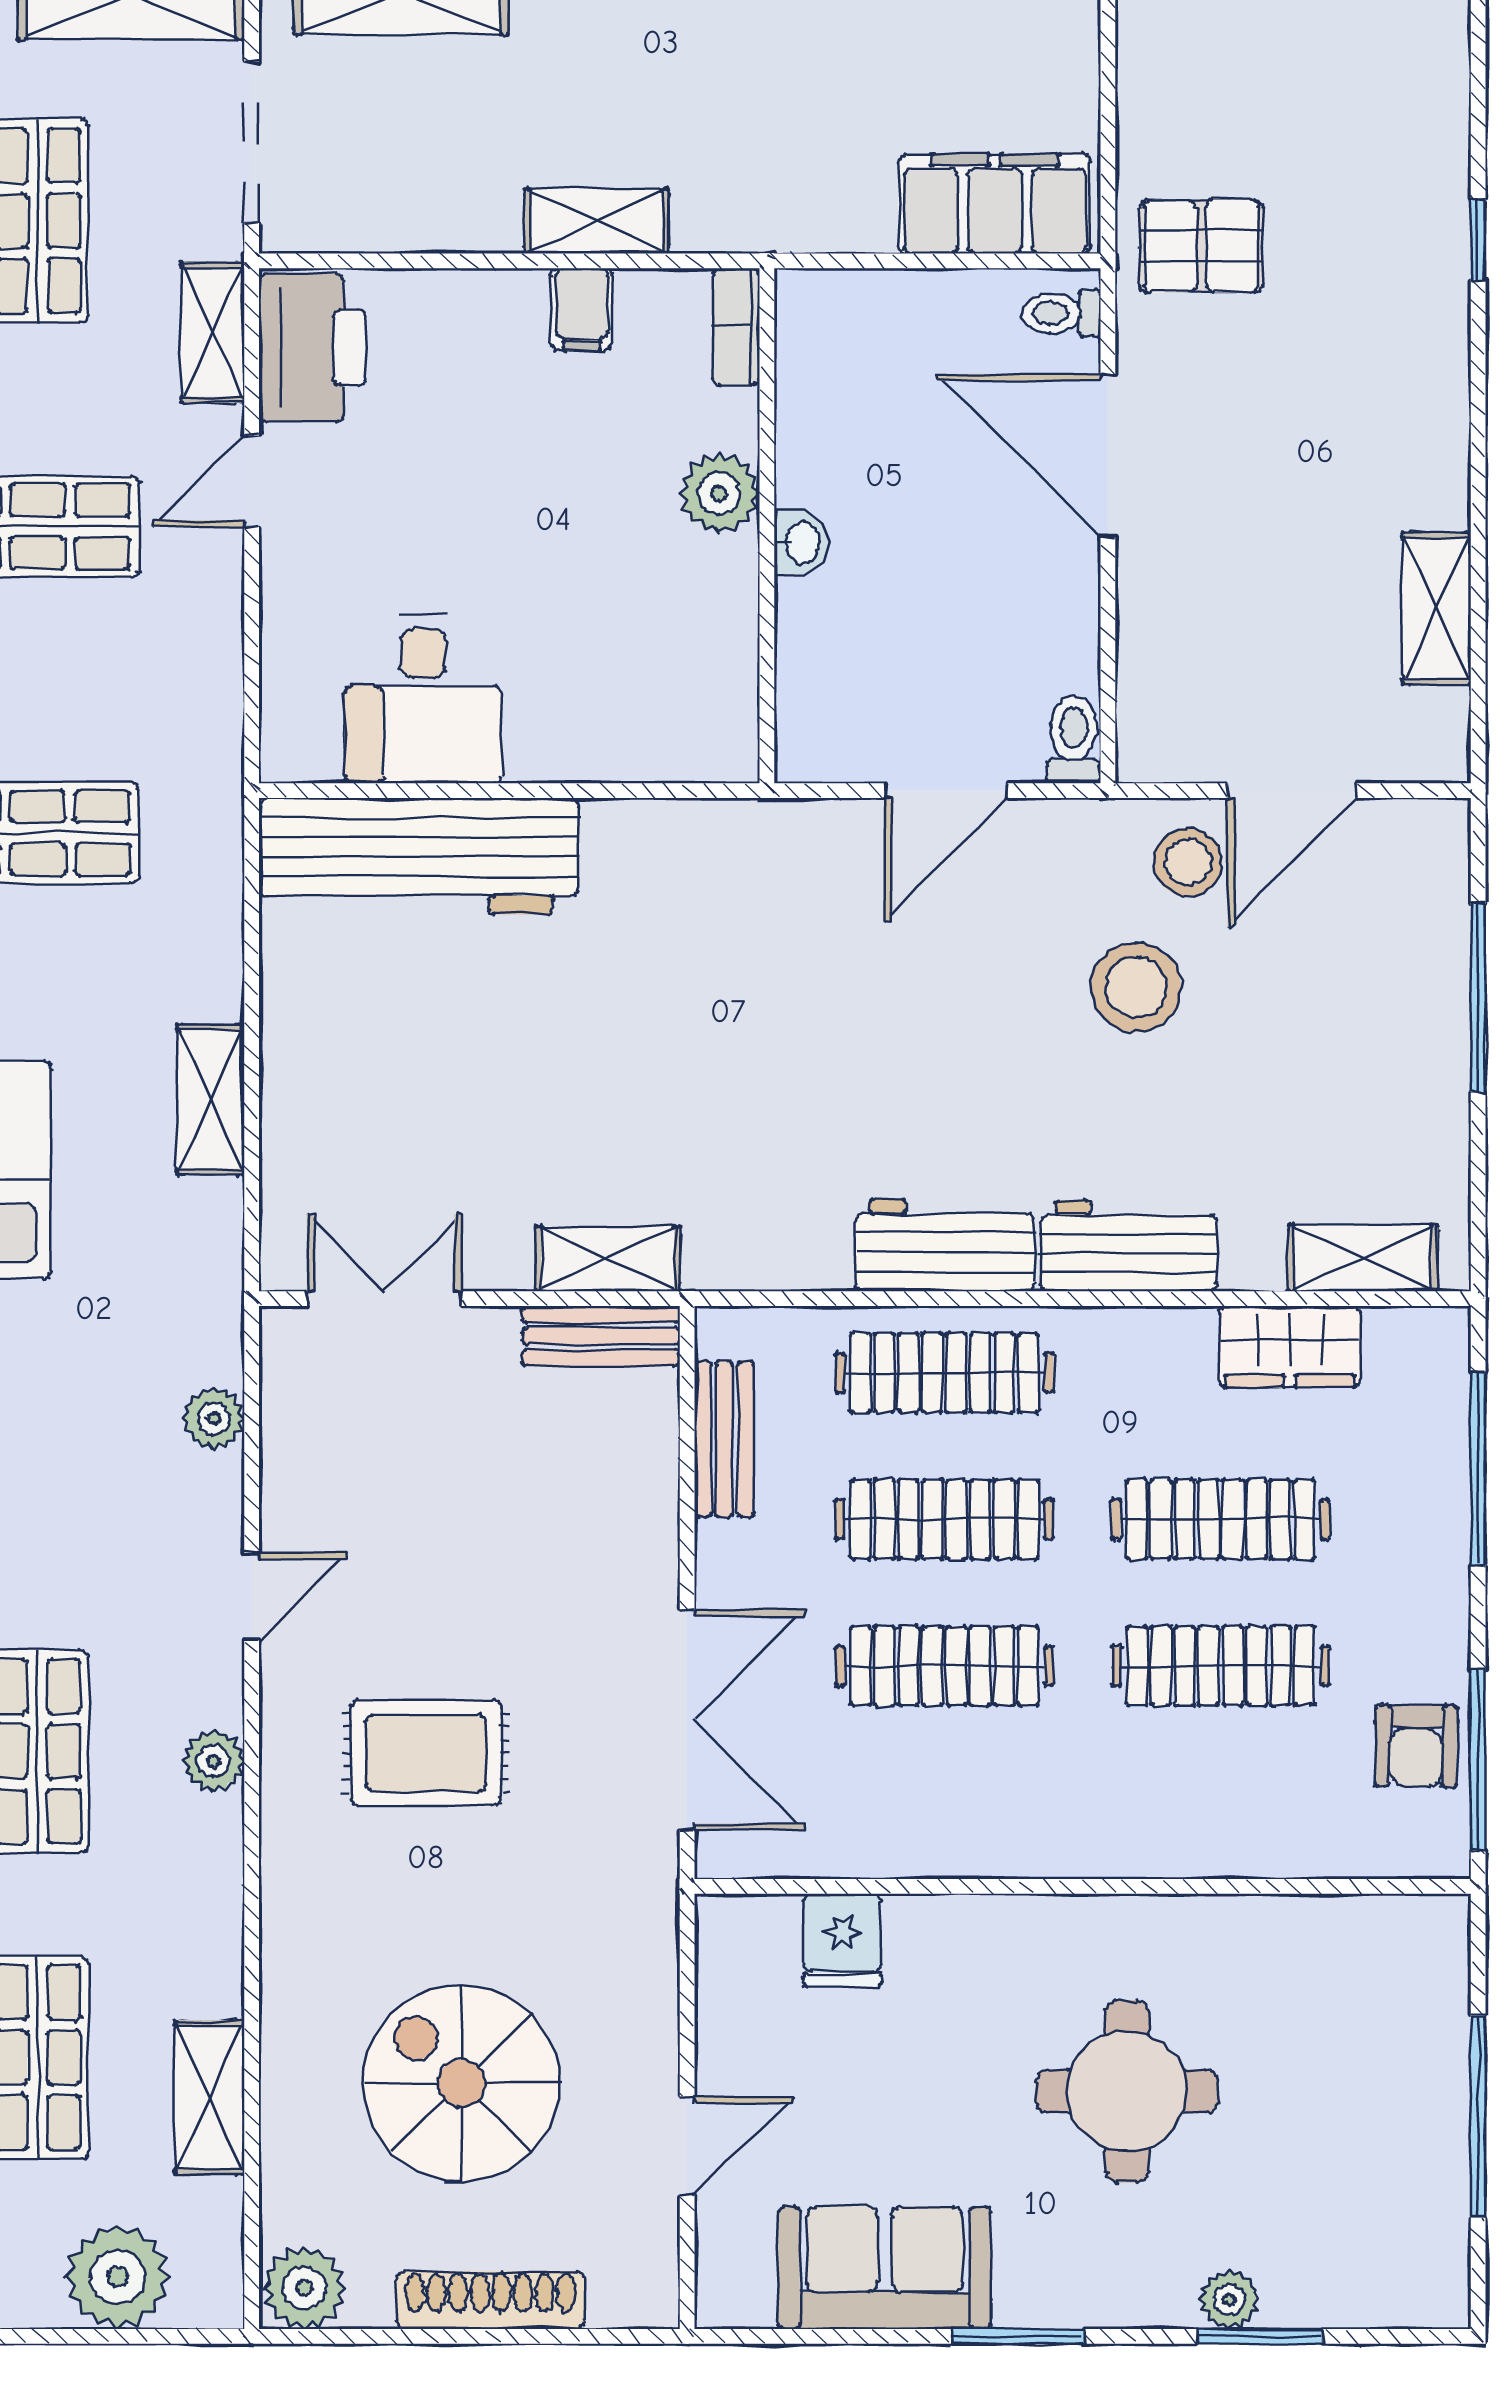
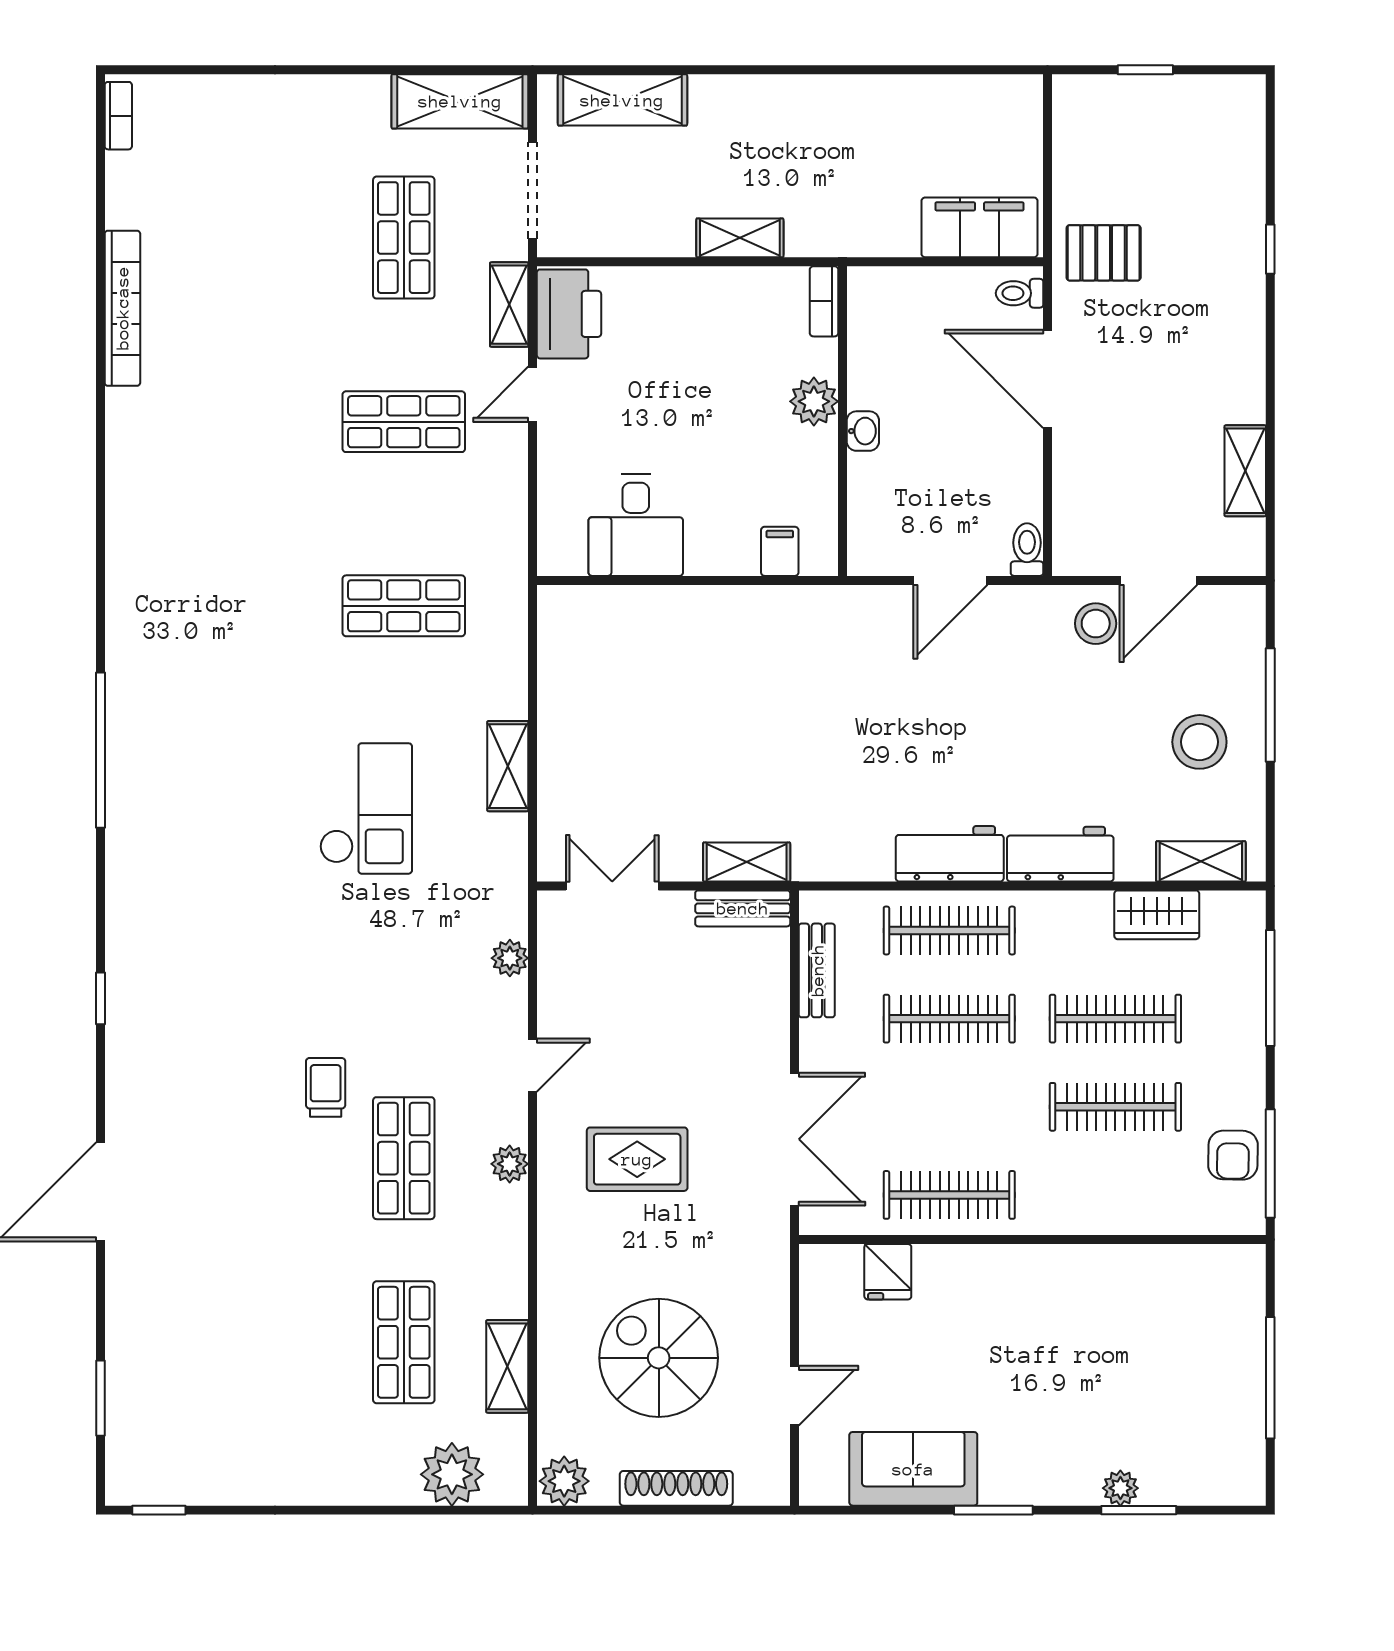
filing cabinet: (582, 309) -> (780, 551), moved, turned 180
workbench: (419, 856) -> (633, 620), removed
stool: (1136, 987) -> (1199, 742), moved
clothes rail: (944, 1666) -> (949, 1195), moved
round table: (1127, 2091) -> (1059, 1363), removed

